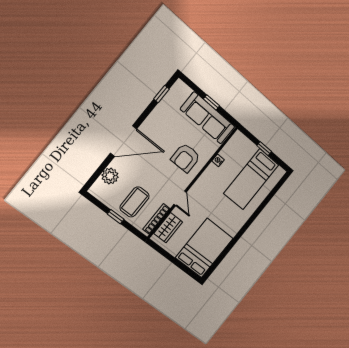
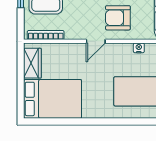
door: (180, 198) -> (96, 41), moved
wardrobe: (168, 228) -> (32, 63), moved, turned -90

